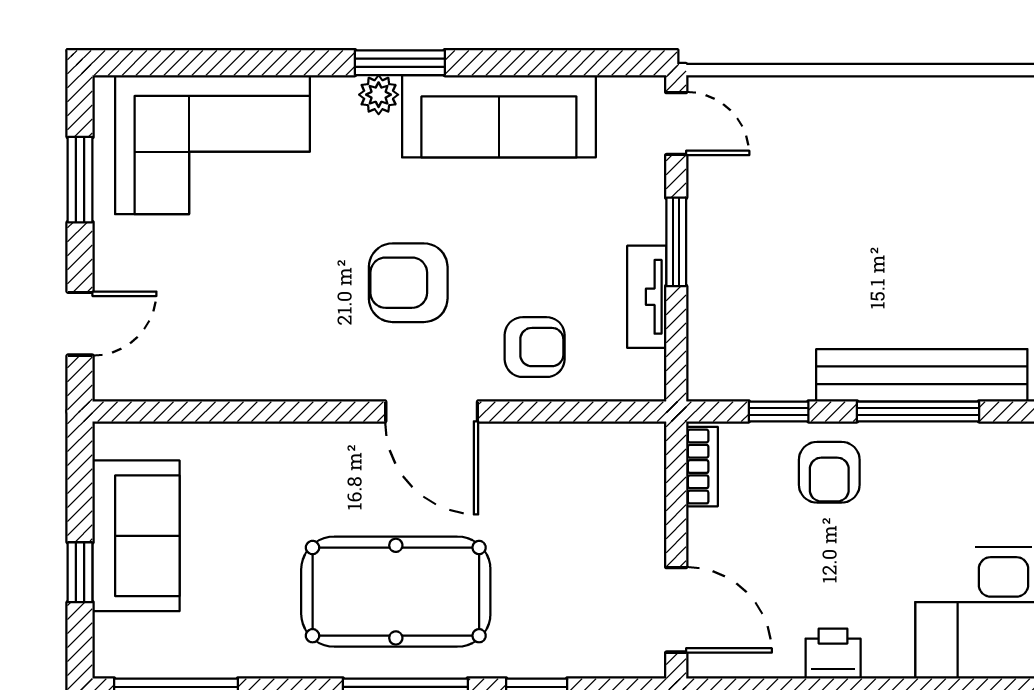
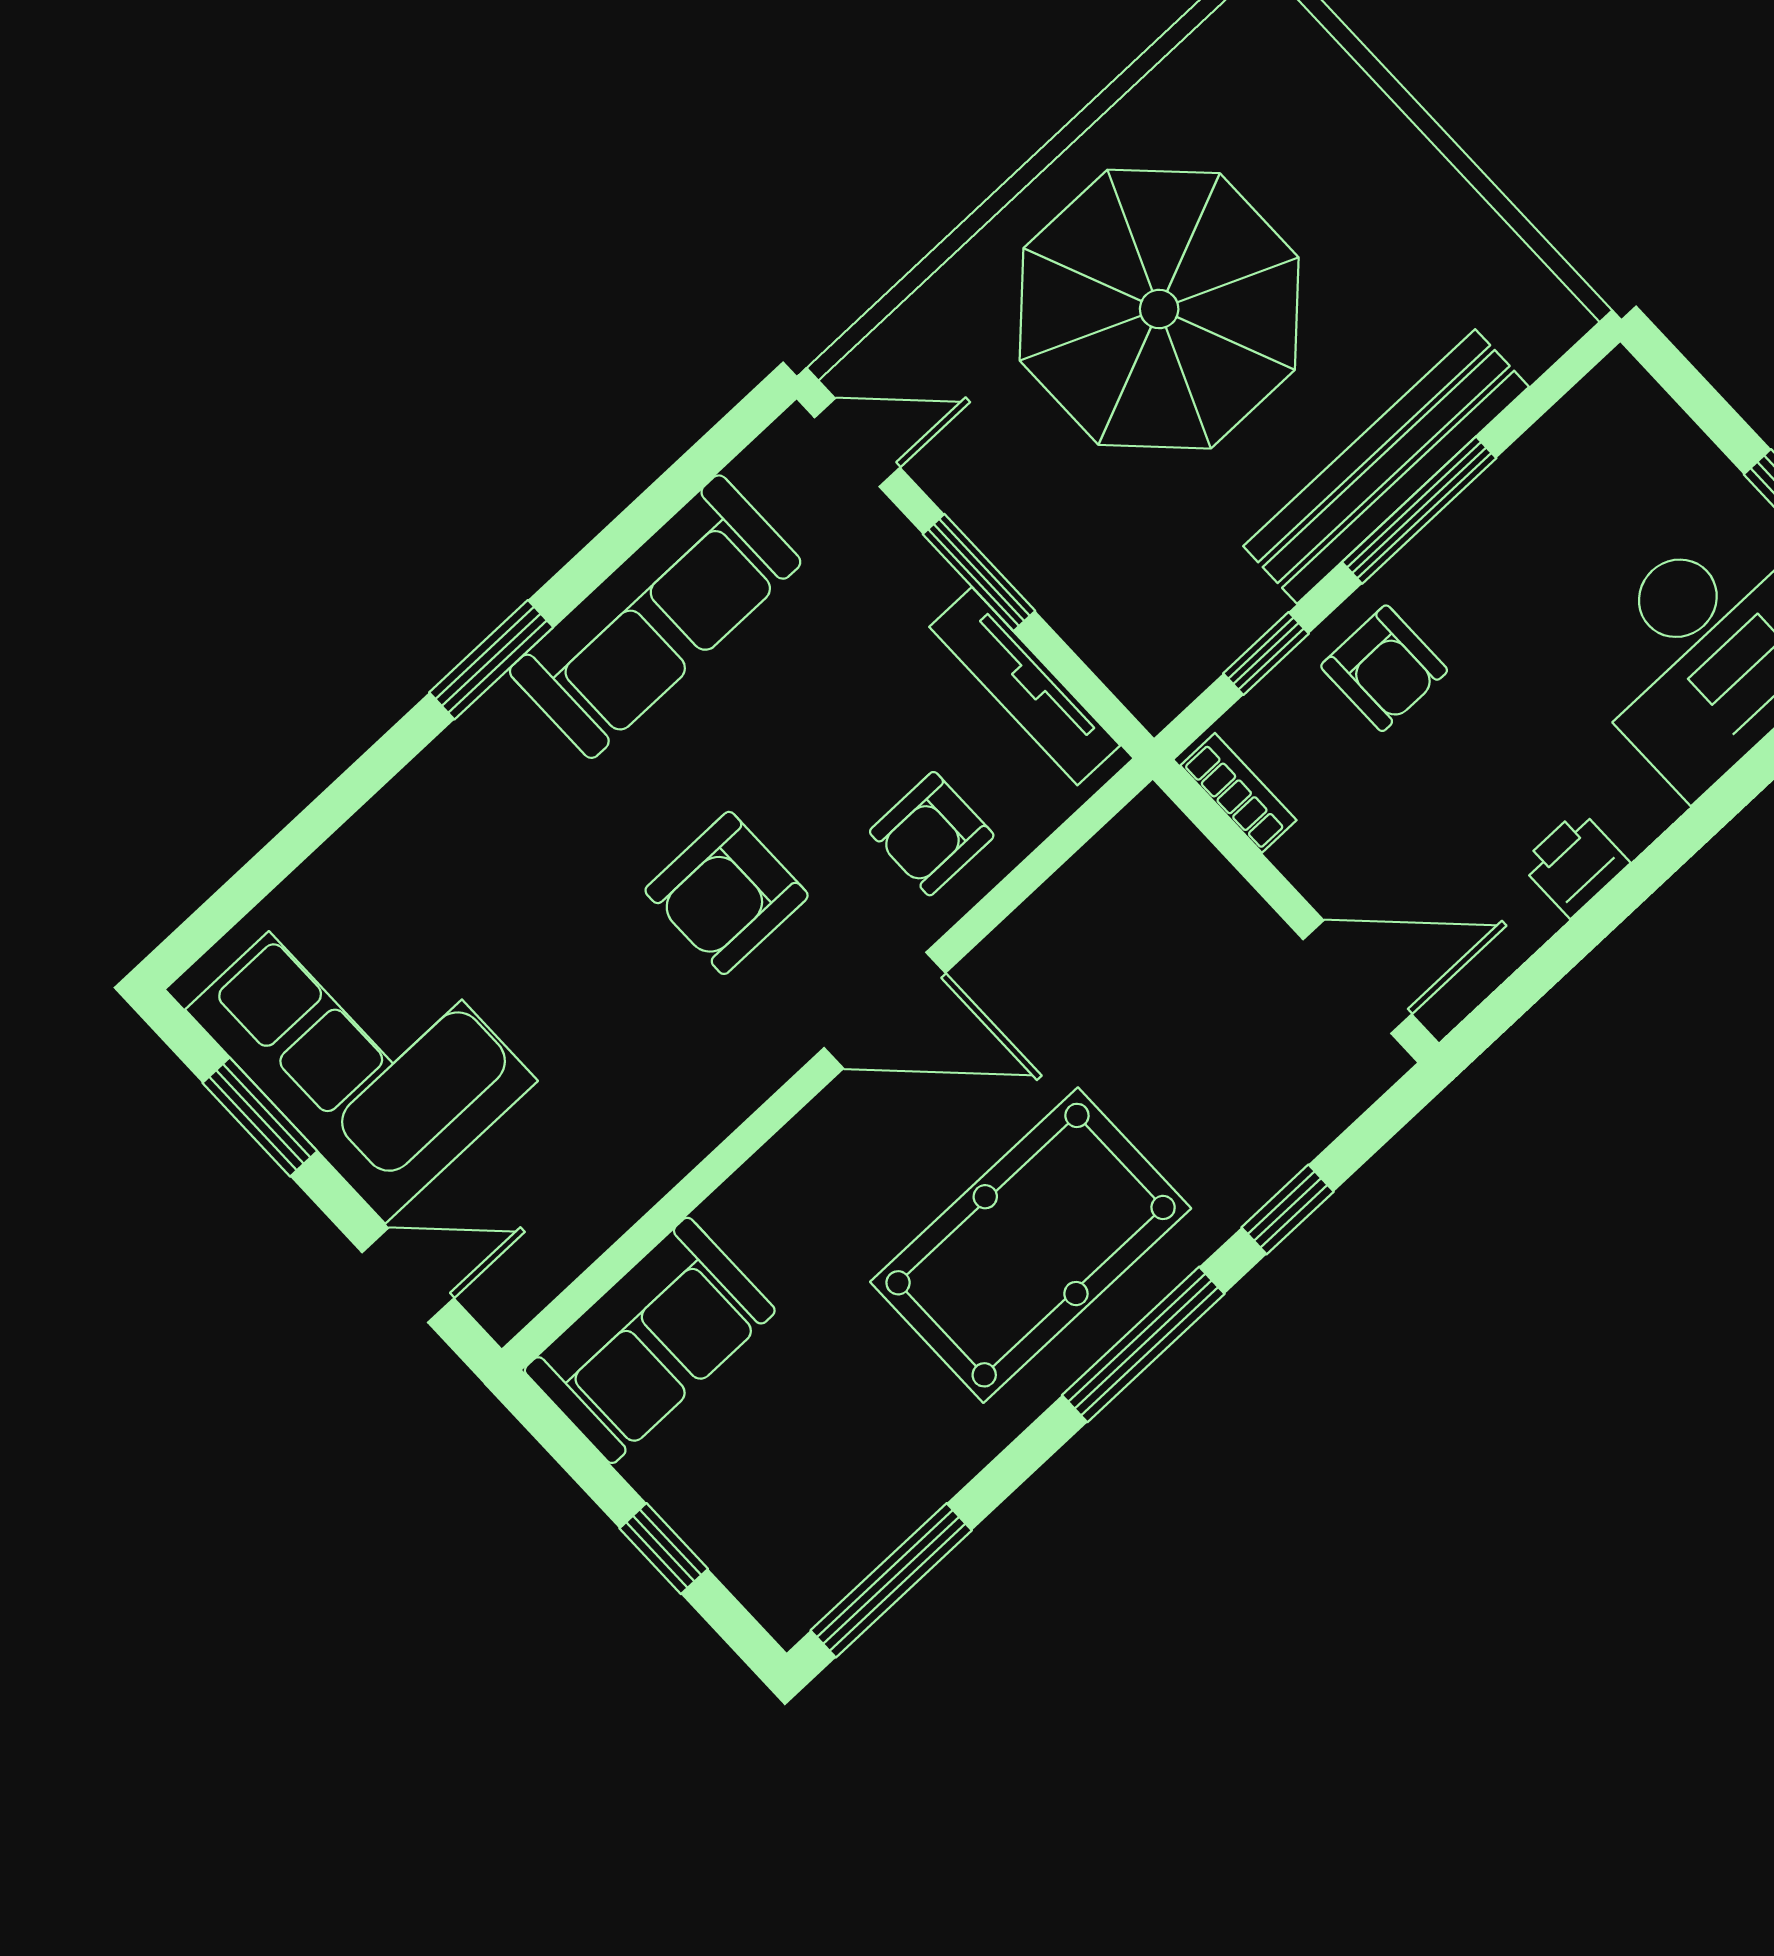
plant: (379, 95) -> (501, 717), removed
corner sofa: (212, 145) -> (361, 1045), moved, turned -90
parasol: (883, 196) -> (1159, 309), added
tv unit: (647, 297) -> (1025, 686), width x1.41
door: (80, 324) -> (408, 1275), hinge flipped
armchair: (535, 347) -> (932, 834), turned 180
sofa: (136, 536) -> (650, 1340), moved, turned 90

